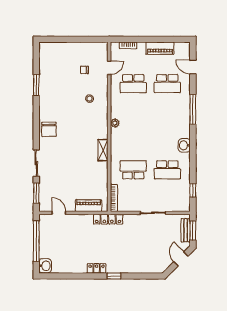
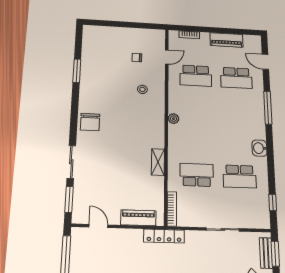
shelving: (103, 150) -> (158, 162), moved

